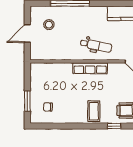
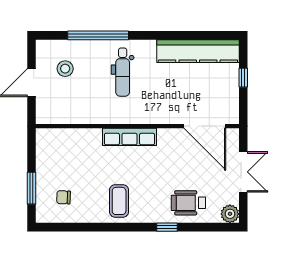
dental chair: (96, 45) -> (123, 72), moved, turned 79
coffee table: (94, 111) -> (119, 201), moved

